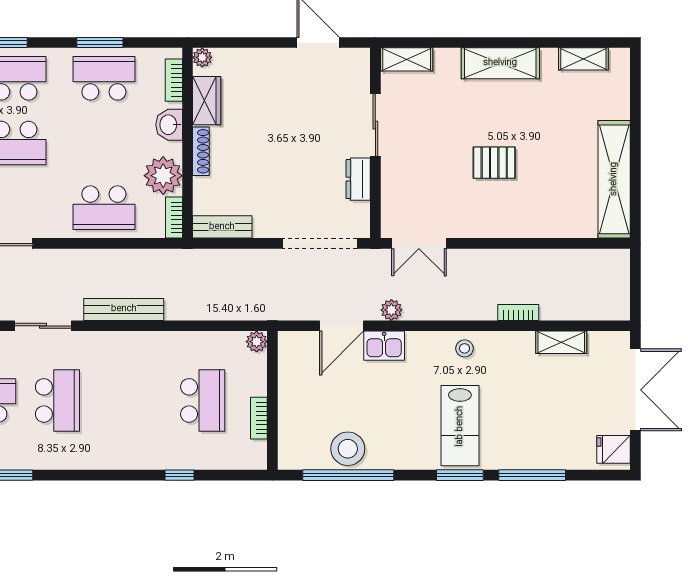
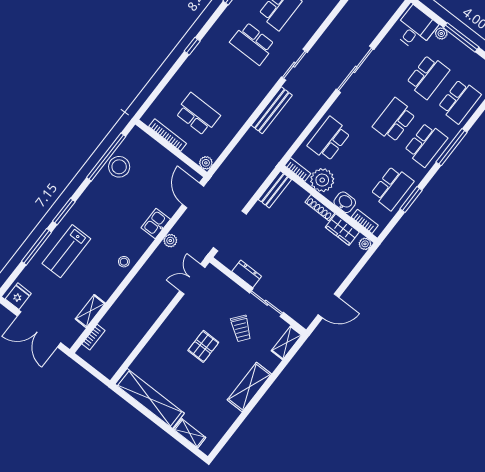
shelving: (583, 59) -> (190, 433), moved, turned 90
trolley: (434, 132) -> (241, 328), added
bookcase: (518, 312) -> (93, 337), moved
door: (342, 326) -> (193, 195), moved
school desk: (203, 400) -> (198, 114), turned 180
bookcase: (259, 418) -> (168, 135), width x1.56
lab bench: (460, 426) -> (66, 251), moved, turned -90
window: (180, 475) -> (192, 46), moved

